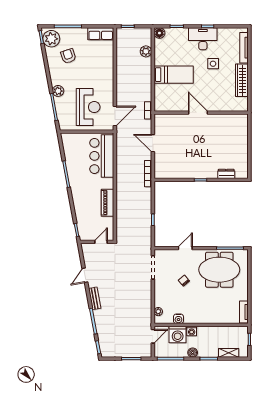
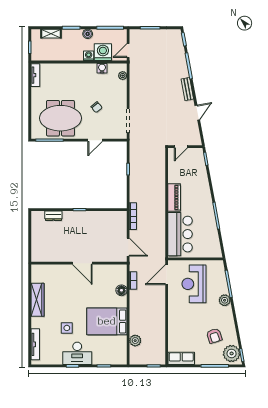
floor lamp: (159, 33) -> (121, 290), moved
bed: (174, 75) -> (107, 321), width x1.50
wardrobe: (242, 80) -> (37, 300), moved
door: (198, 113) -> (82, 263), moved
wall: (201, 113) -> (79, 263), moved
piano: (108, 203) -> (174, 197), moved

